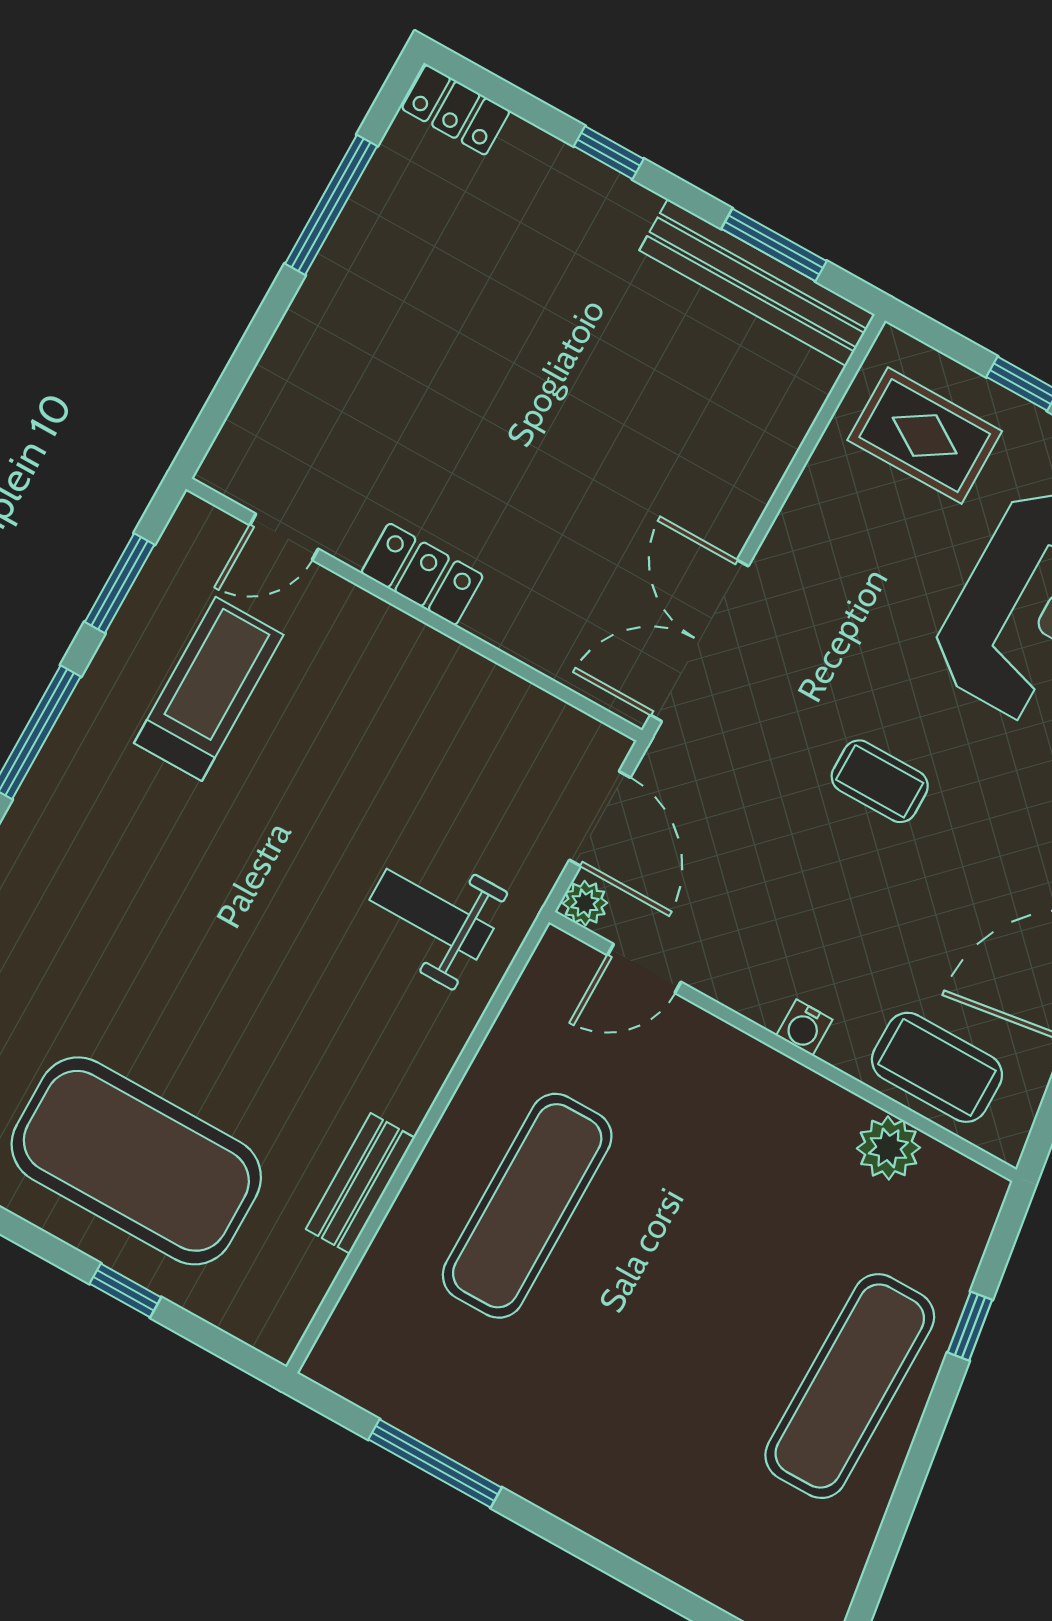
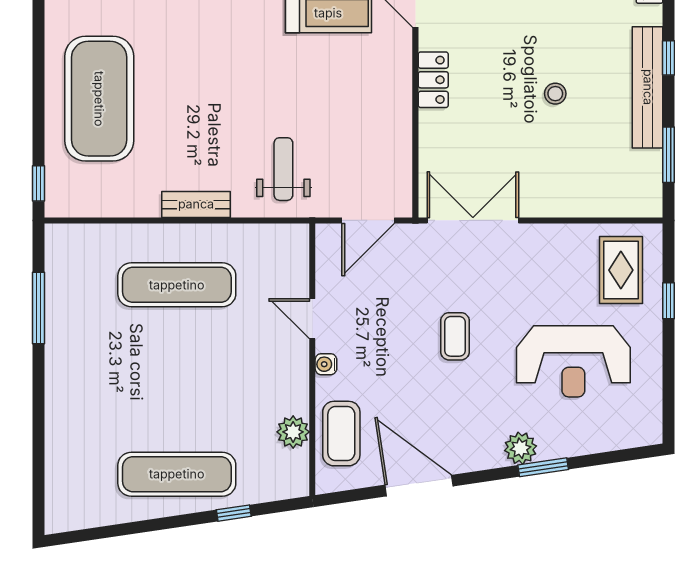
bench: (757, 282) -> (648, 87), moved
stool: (562, 380) -> (555, 94), added
plant: (585, 903) -> (327, 235), removed
door: (644, 969) -> (312, 319), moved
bench: (360, 1183) -> (196, 204), moved
window: (125, 1290) -> (38, 183), moved

